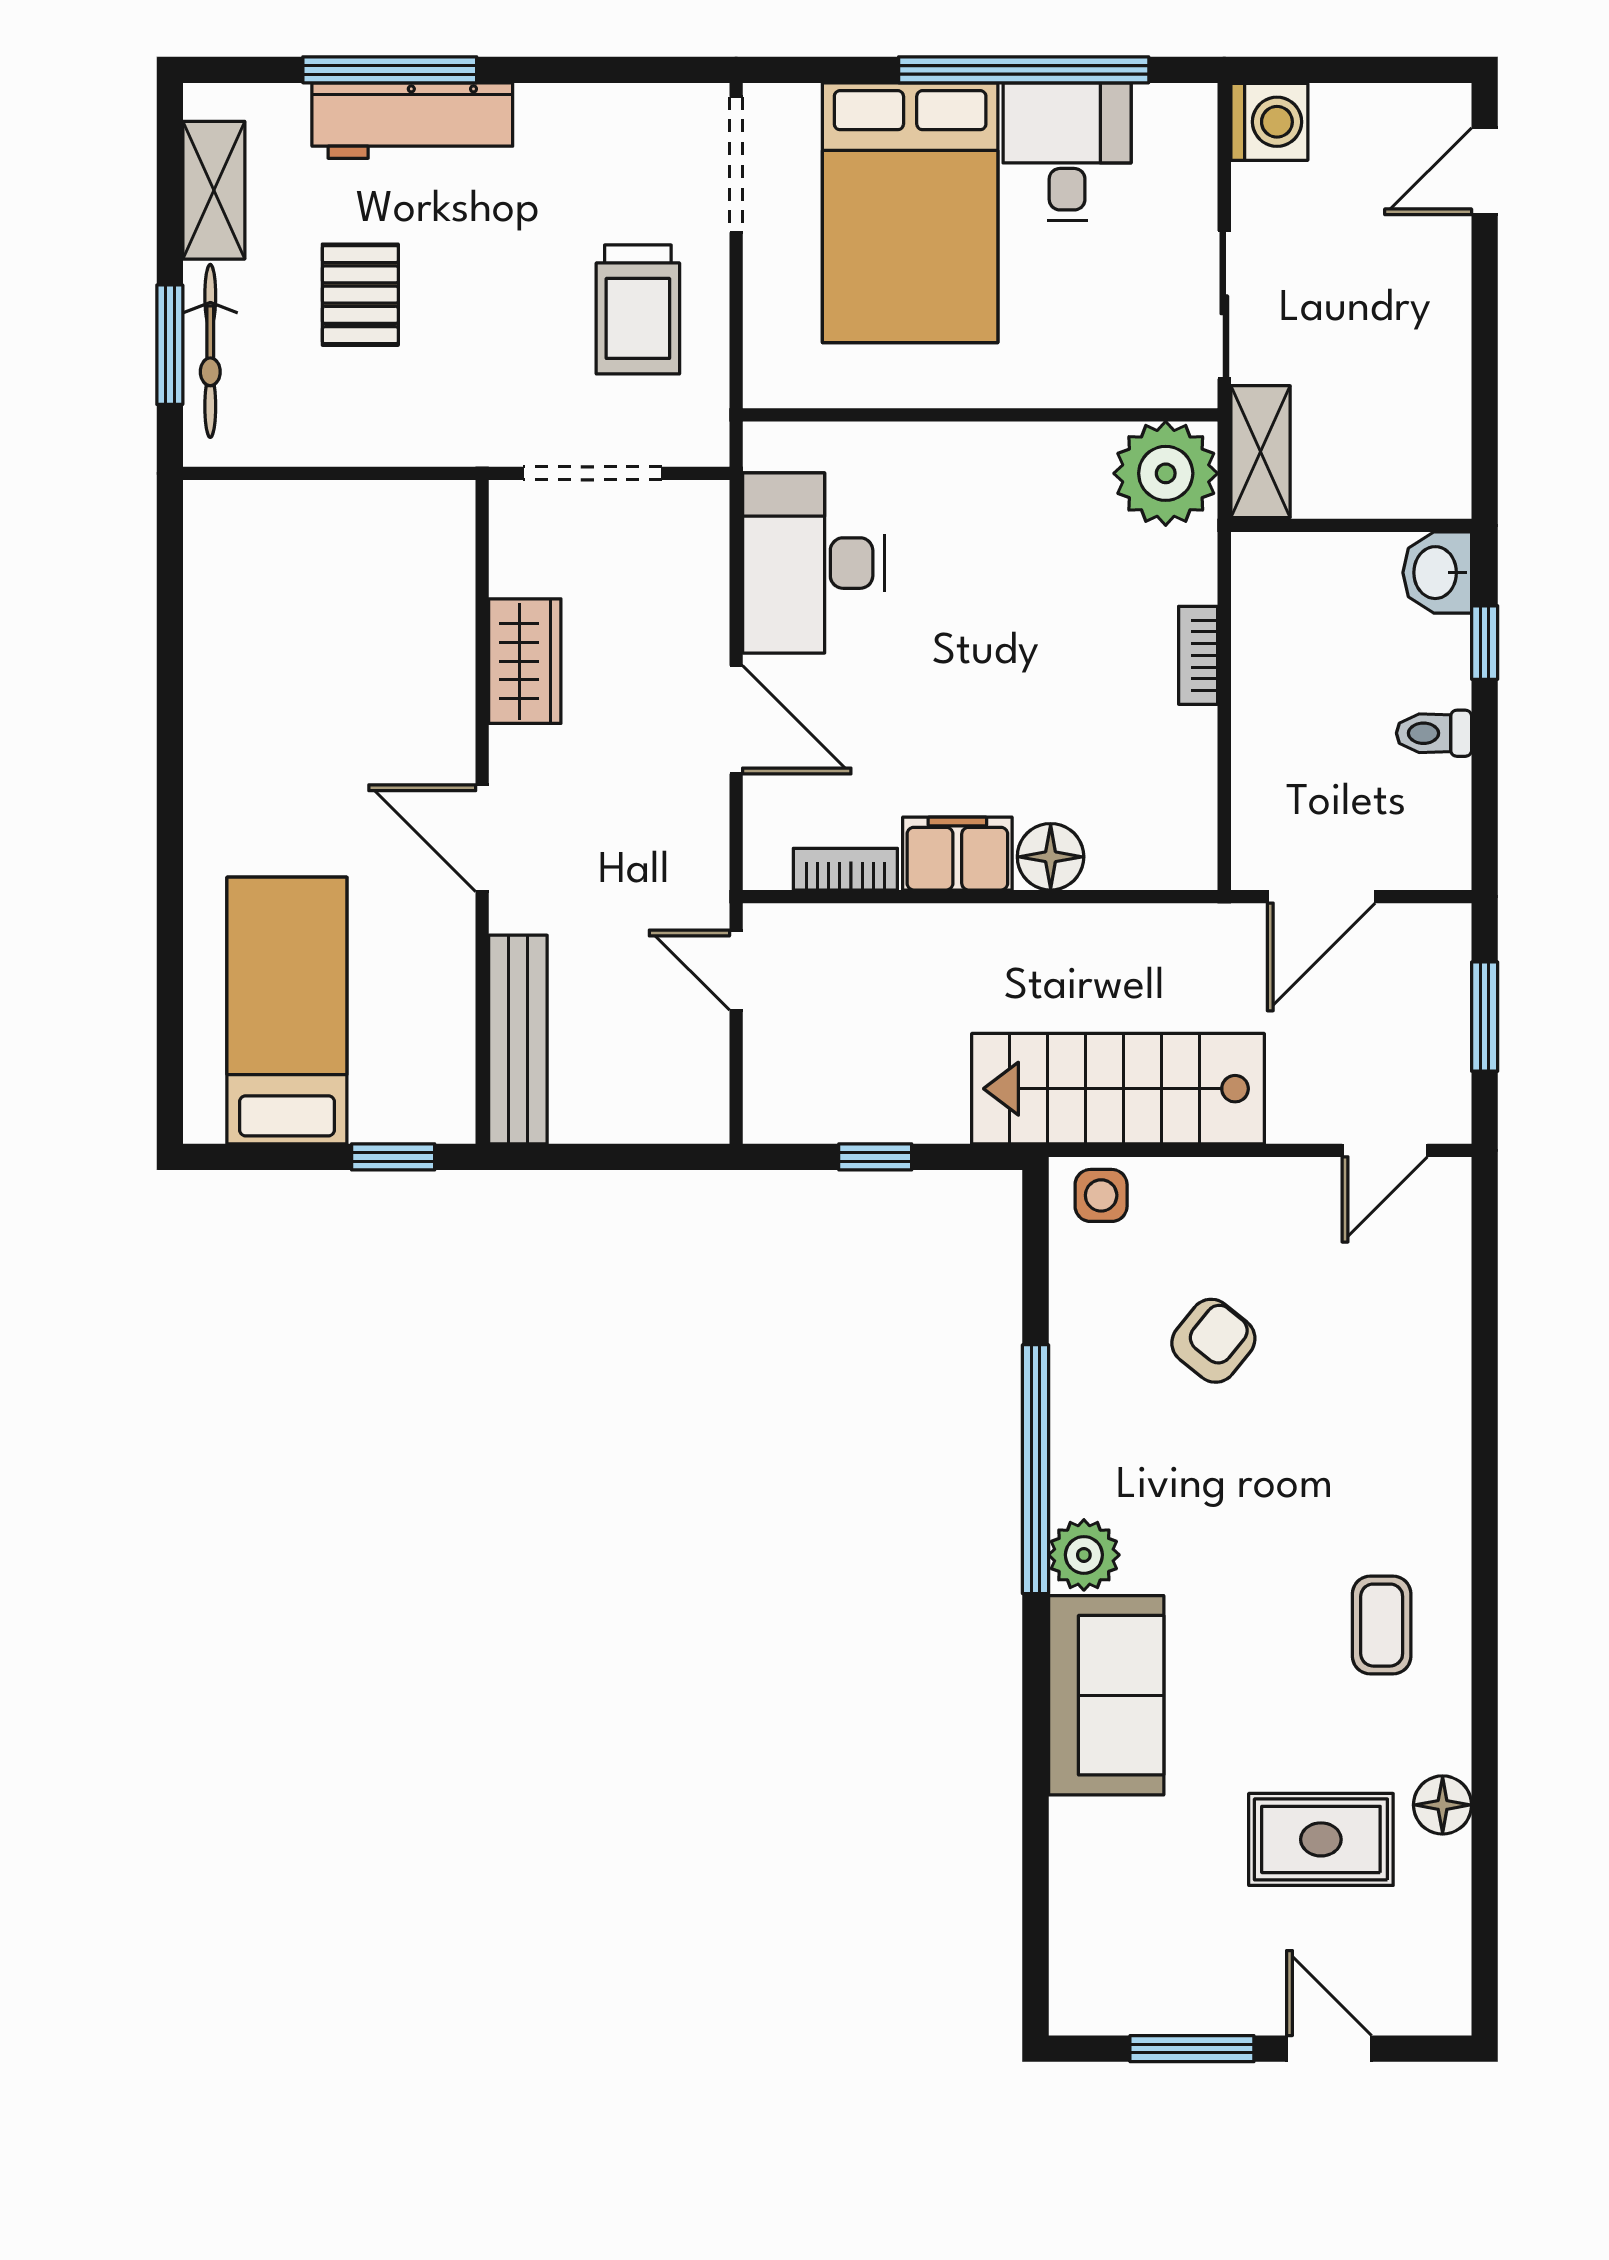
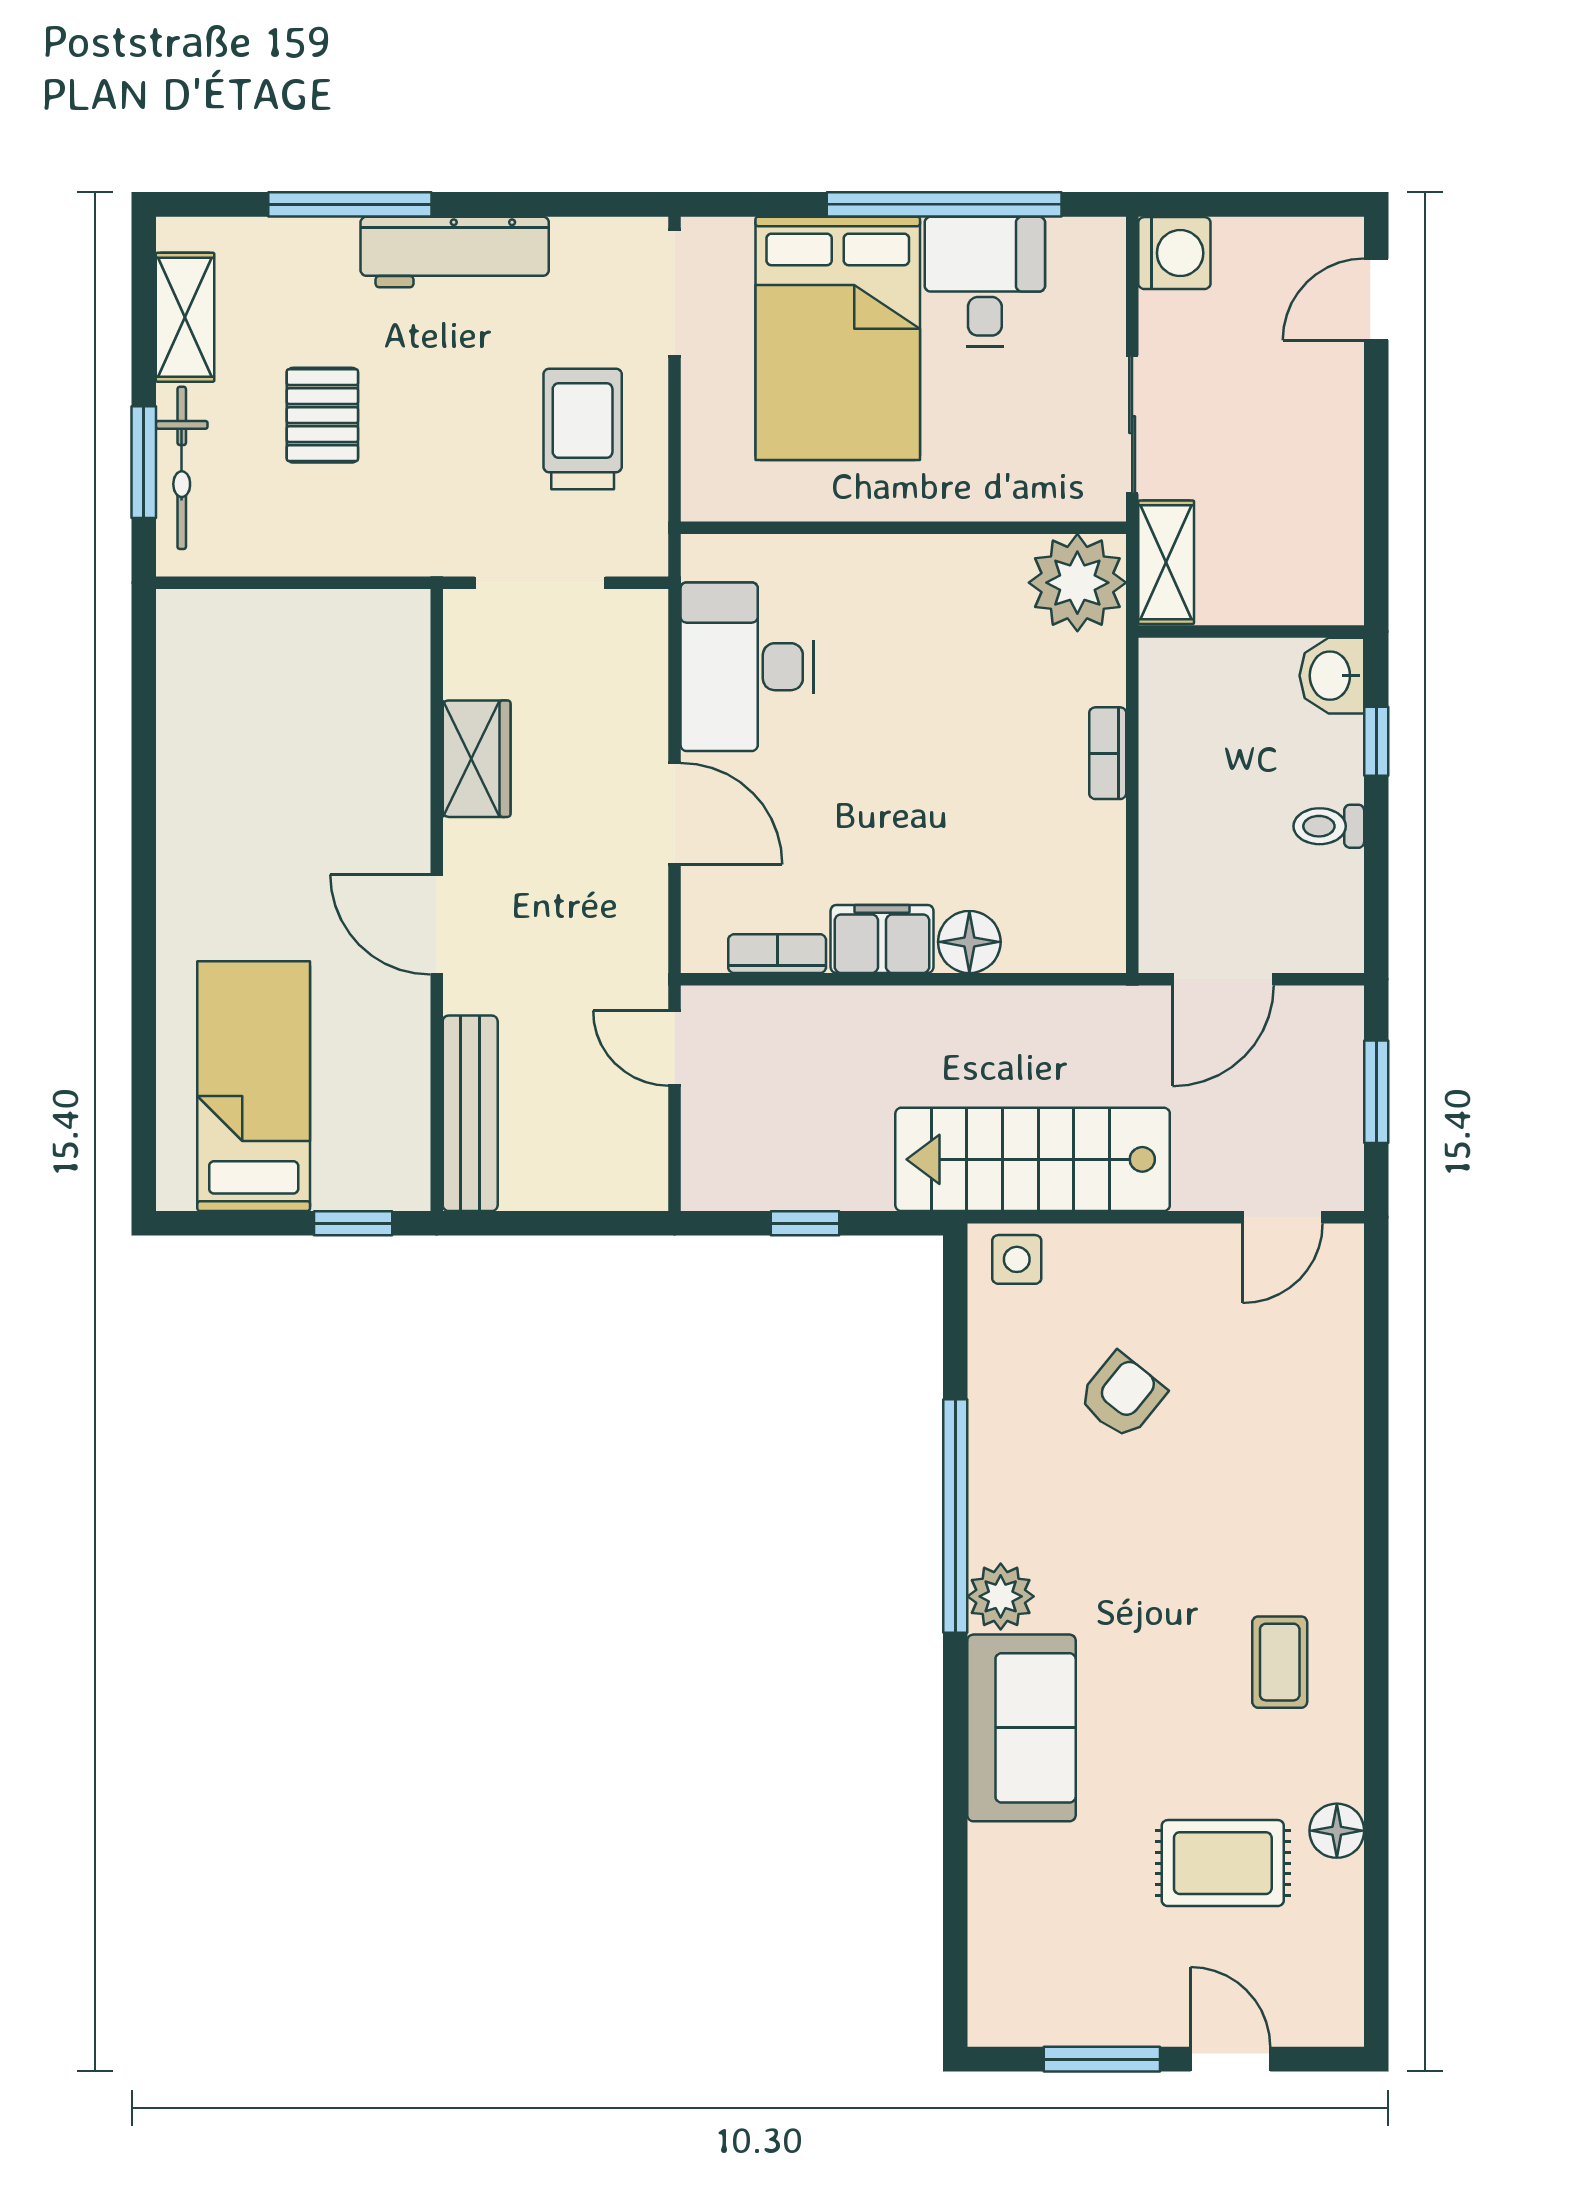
workbench: (412, 121) -> (455, 252), moved
trolley: (638, 309) -> (583, 429), turned 180

